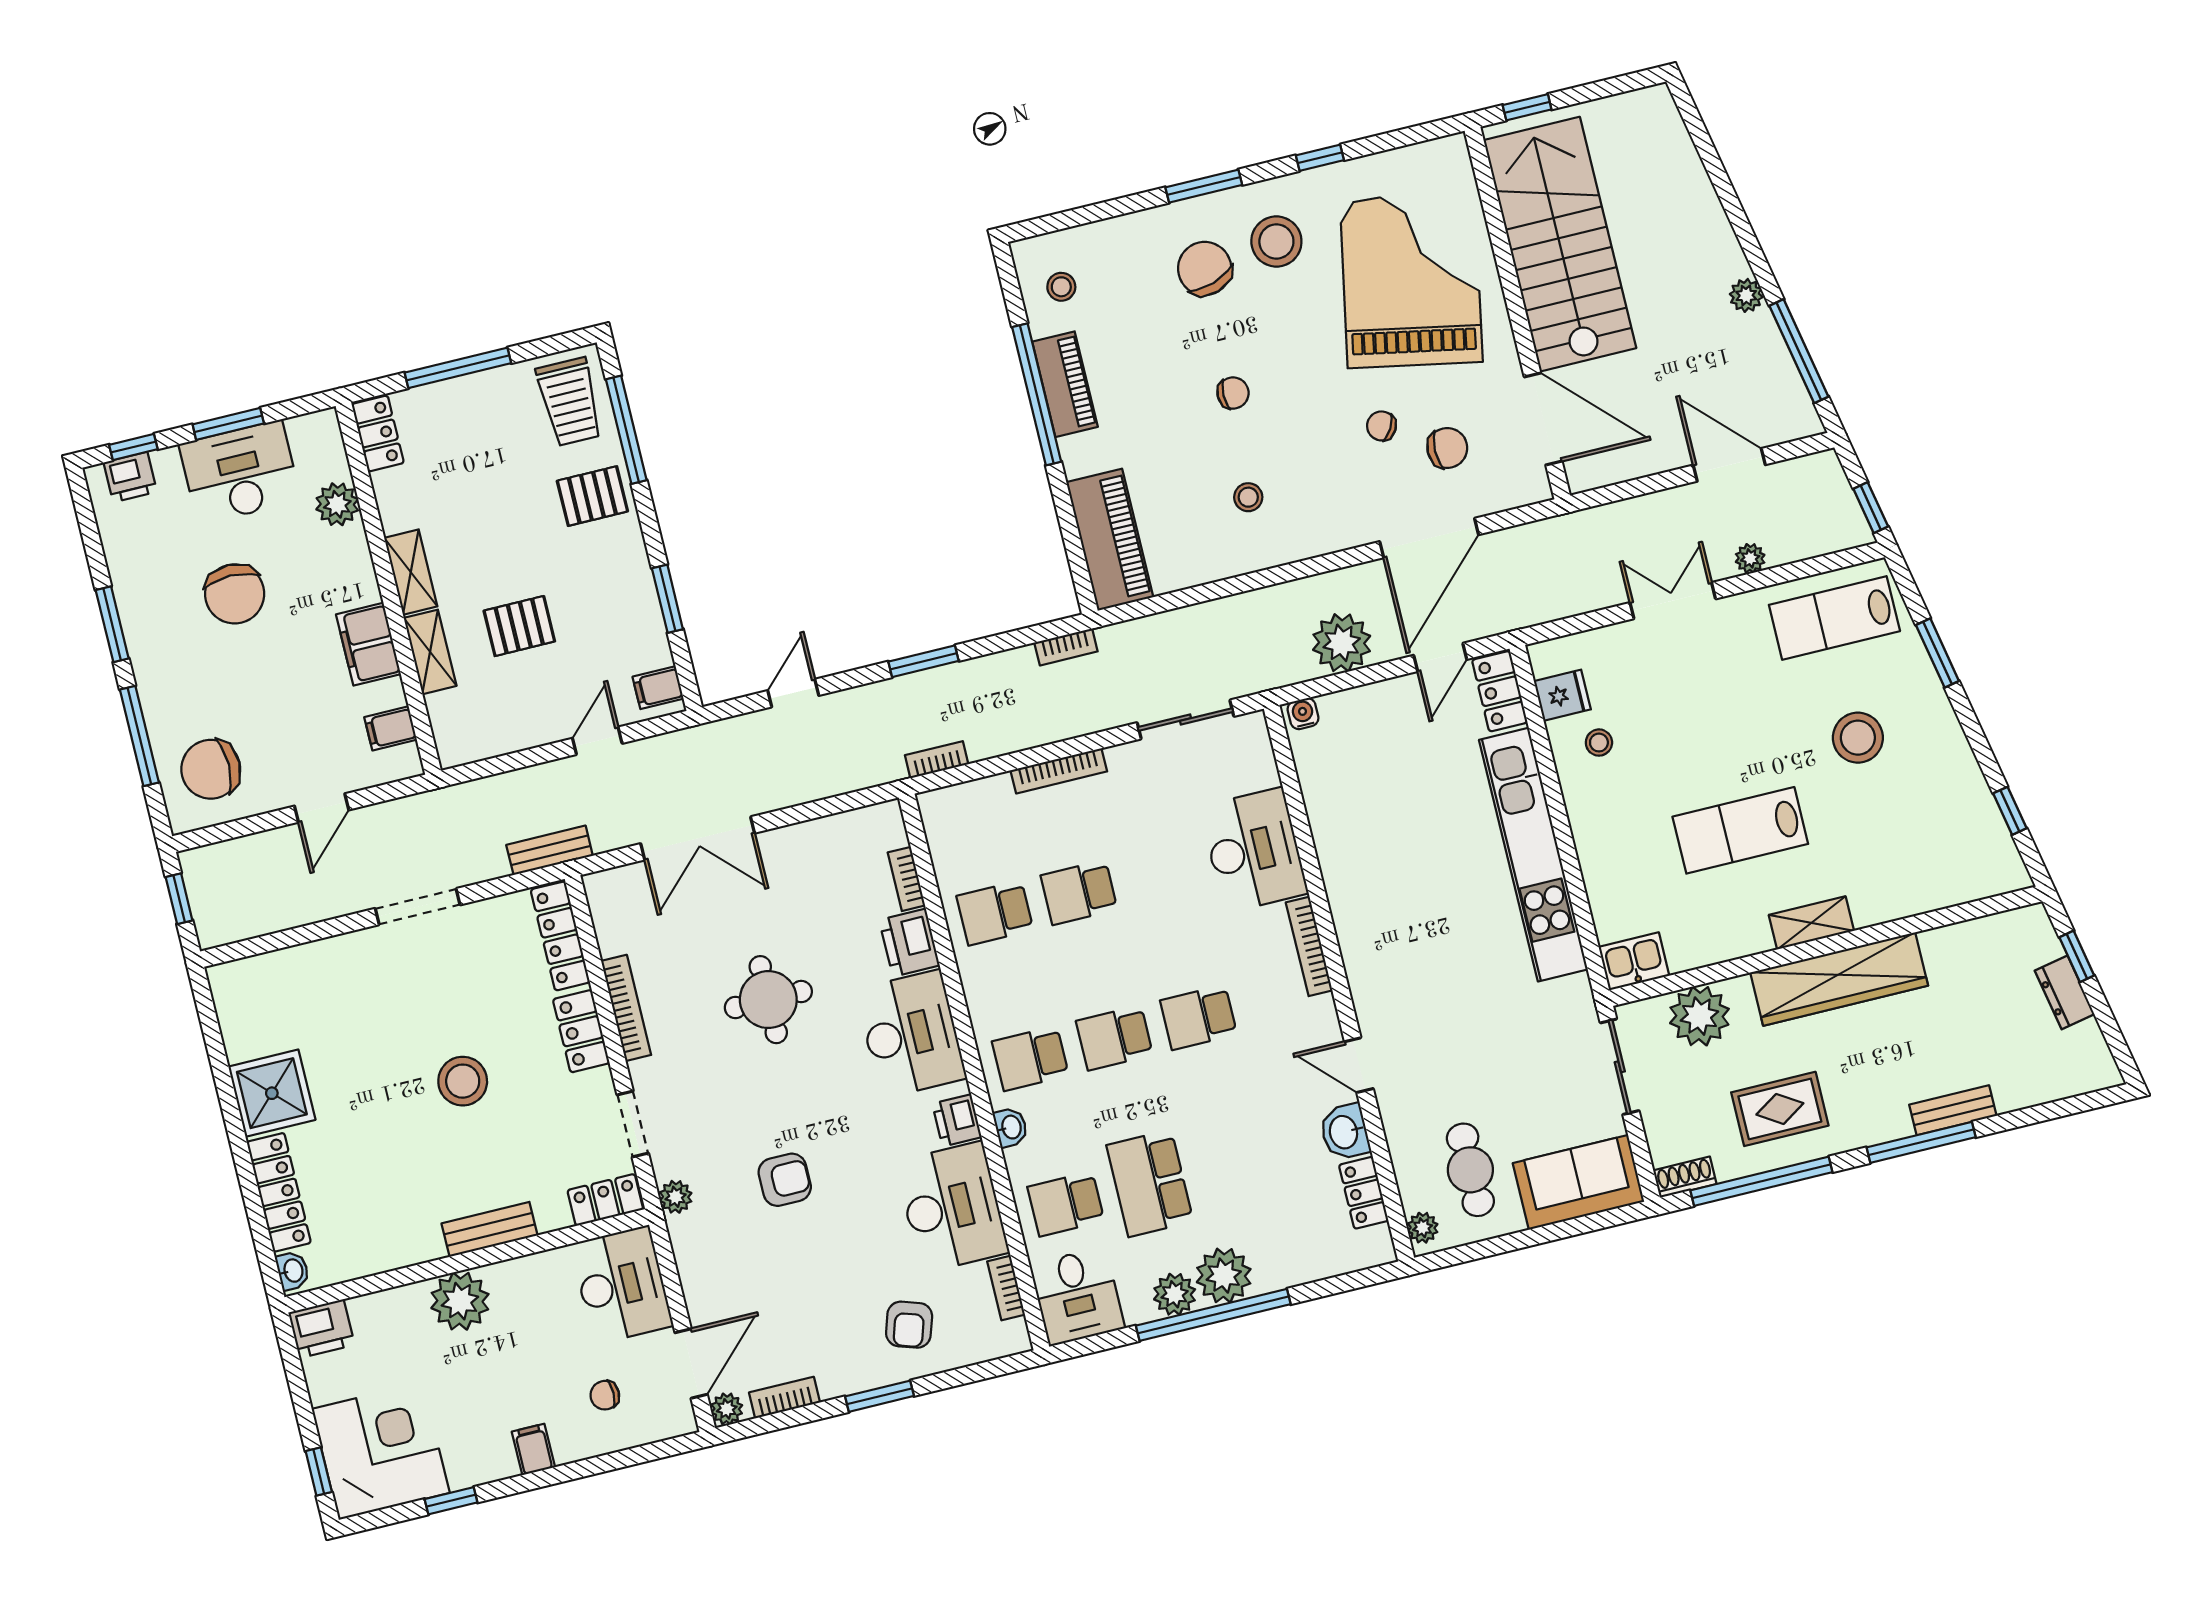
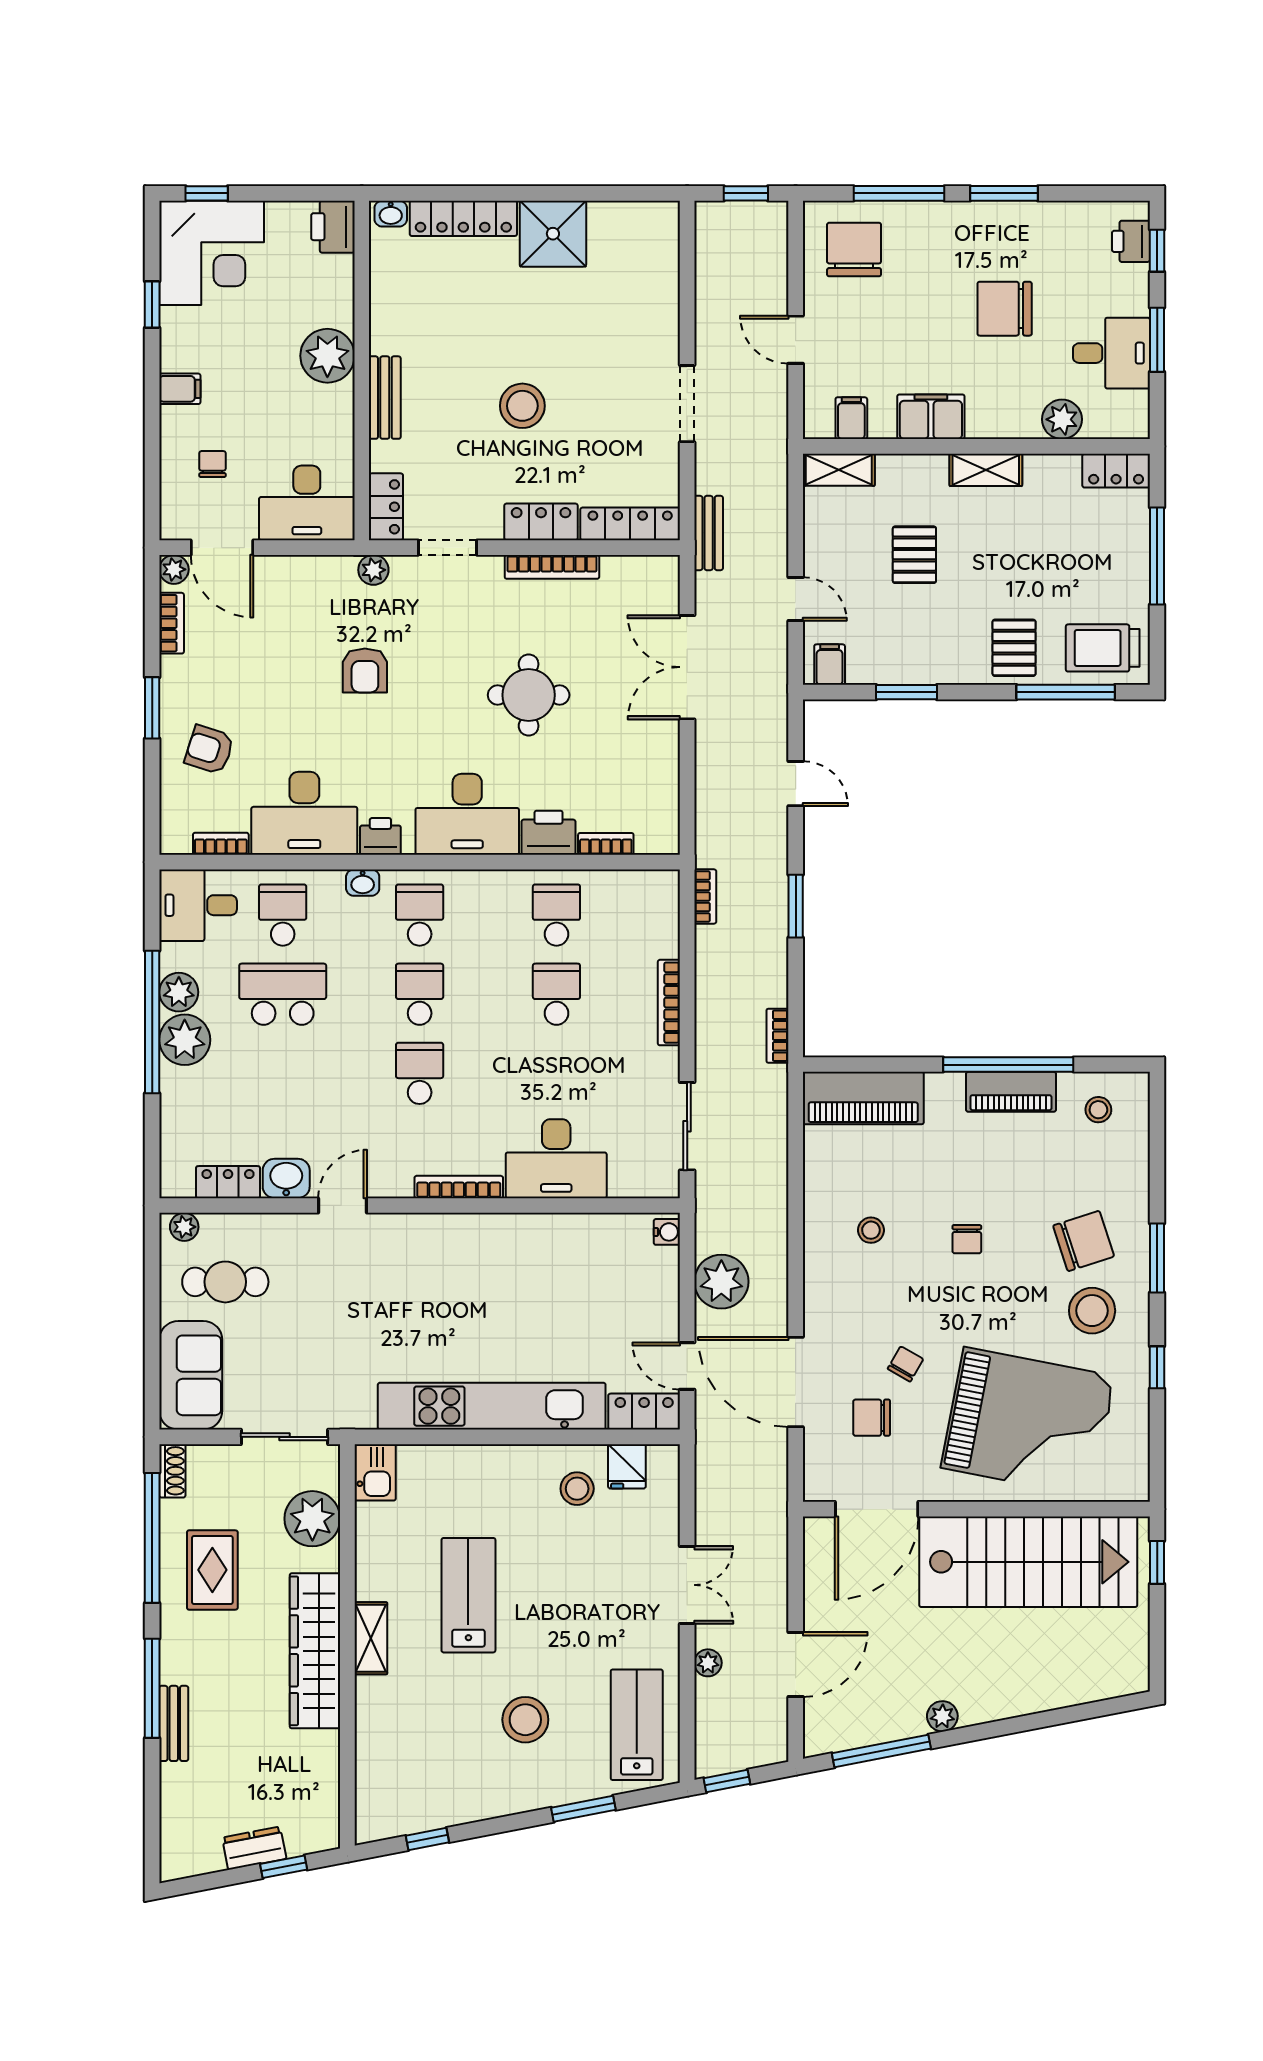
chair: (1447, 448) -> (872, 1418), turned 90
desk: (240, 472) -> (1111, 353), width x0.73
shelving: (430, 652) -> (839, 470), moved
stool: (1599, 743) -> (577, 1489), width x1.37, depth x1.37

